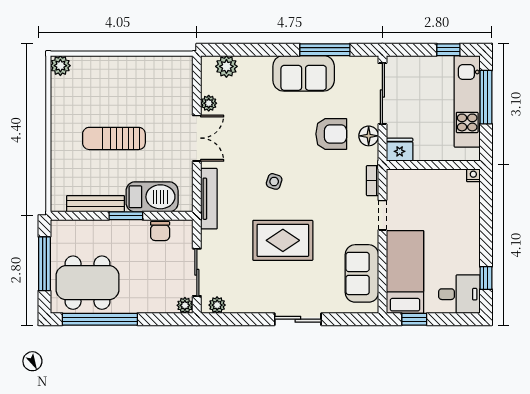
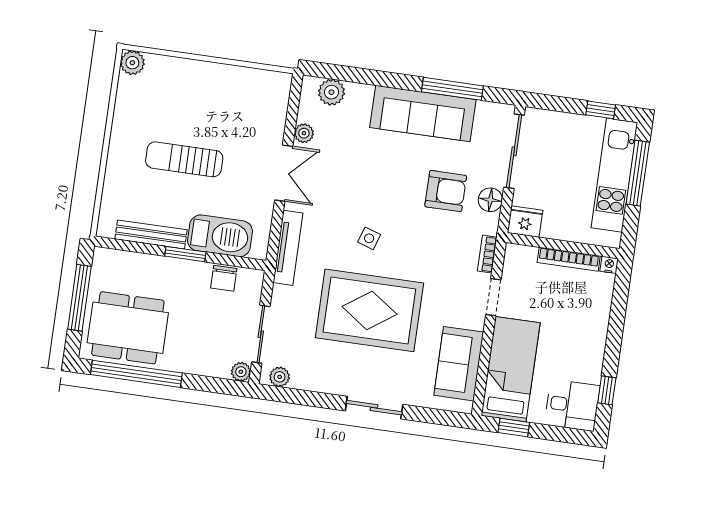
sofa: (304, 73) -> (423, 113), width x1.36
bookcase: (440, 175) -> (569, 259), added
rug: (283, 240) -> (369, 310), width x1.37, depth x1.44

